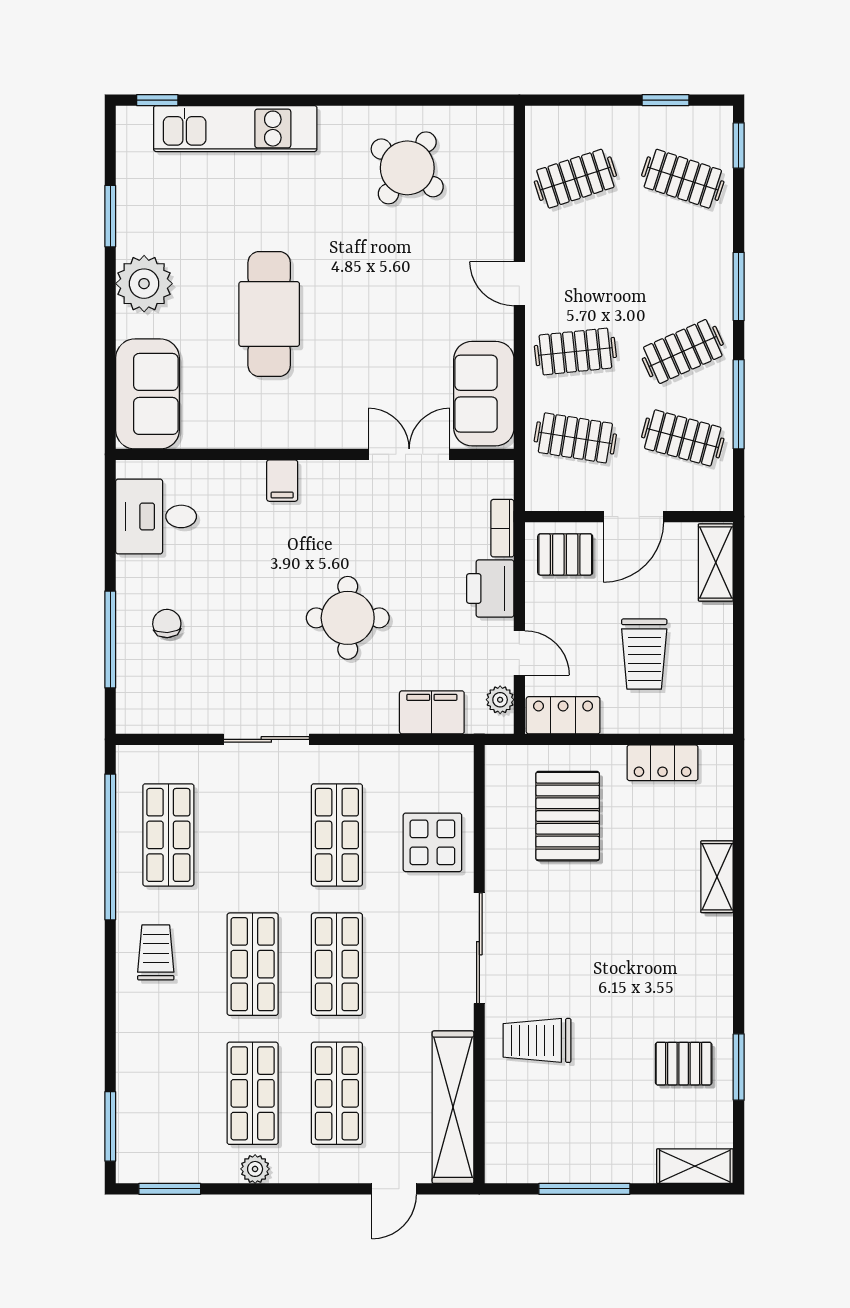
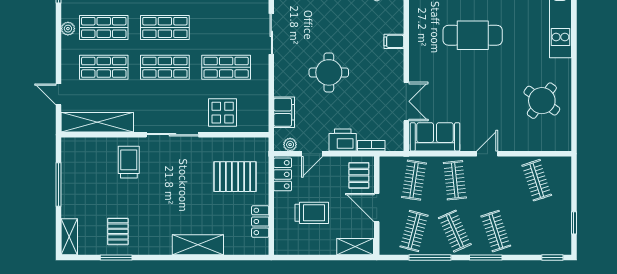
clothes rail: (683, 179) -> (496, 231), moved, turned -36
trolley: (644, 654) -> (312, 213), turned 180
shelving: (717, 877) -> (198, 245), width x1.50, depth x1.33

